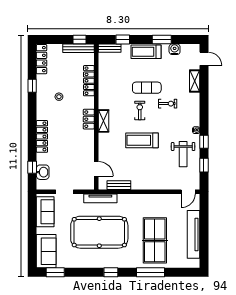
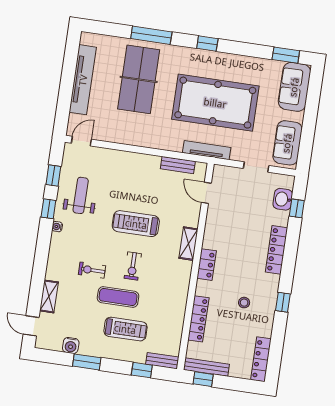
treadmill: (146, 52) -> (125, 329), moved
window: (32, 86) -> (283, 302), moved
shelving: (104, 121) -> (188, 244), moved
treadmill: (142, 140) -> (136, 224), turned 180

